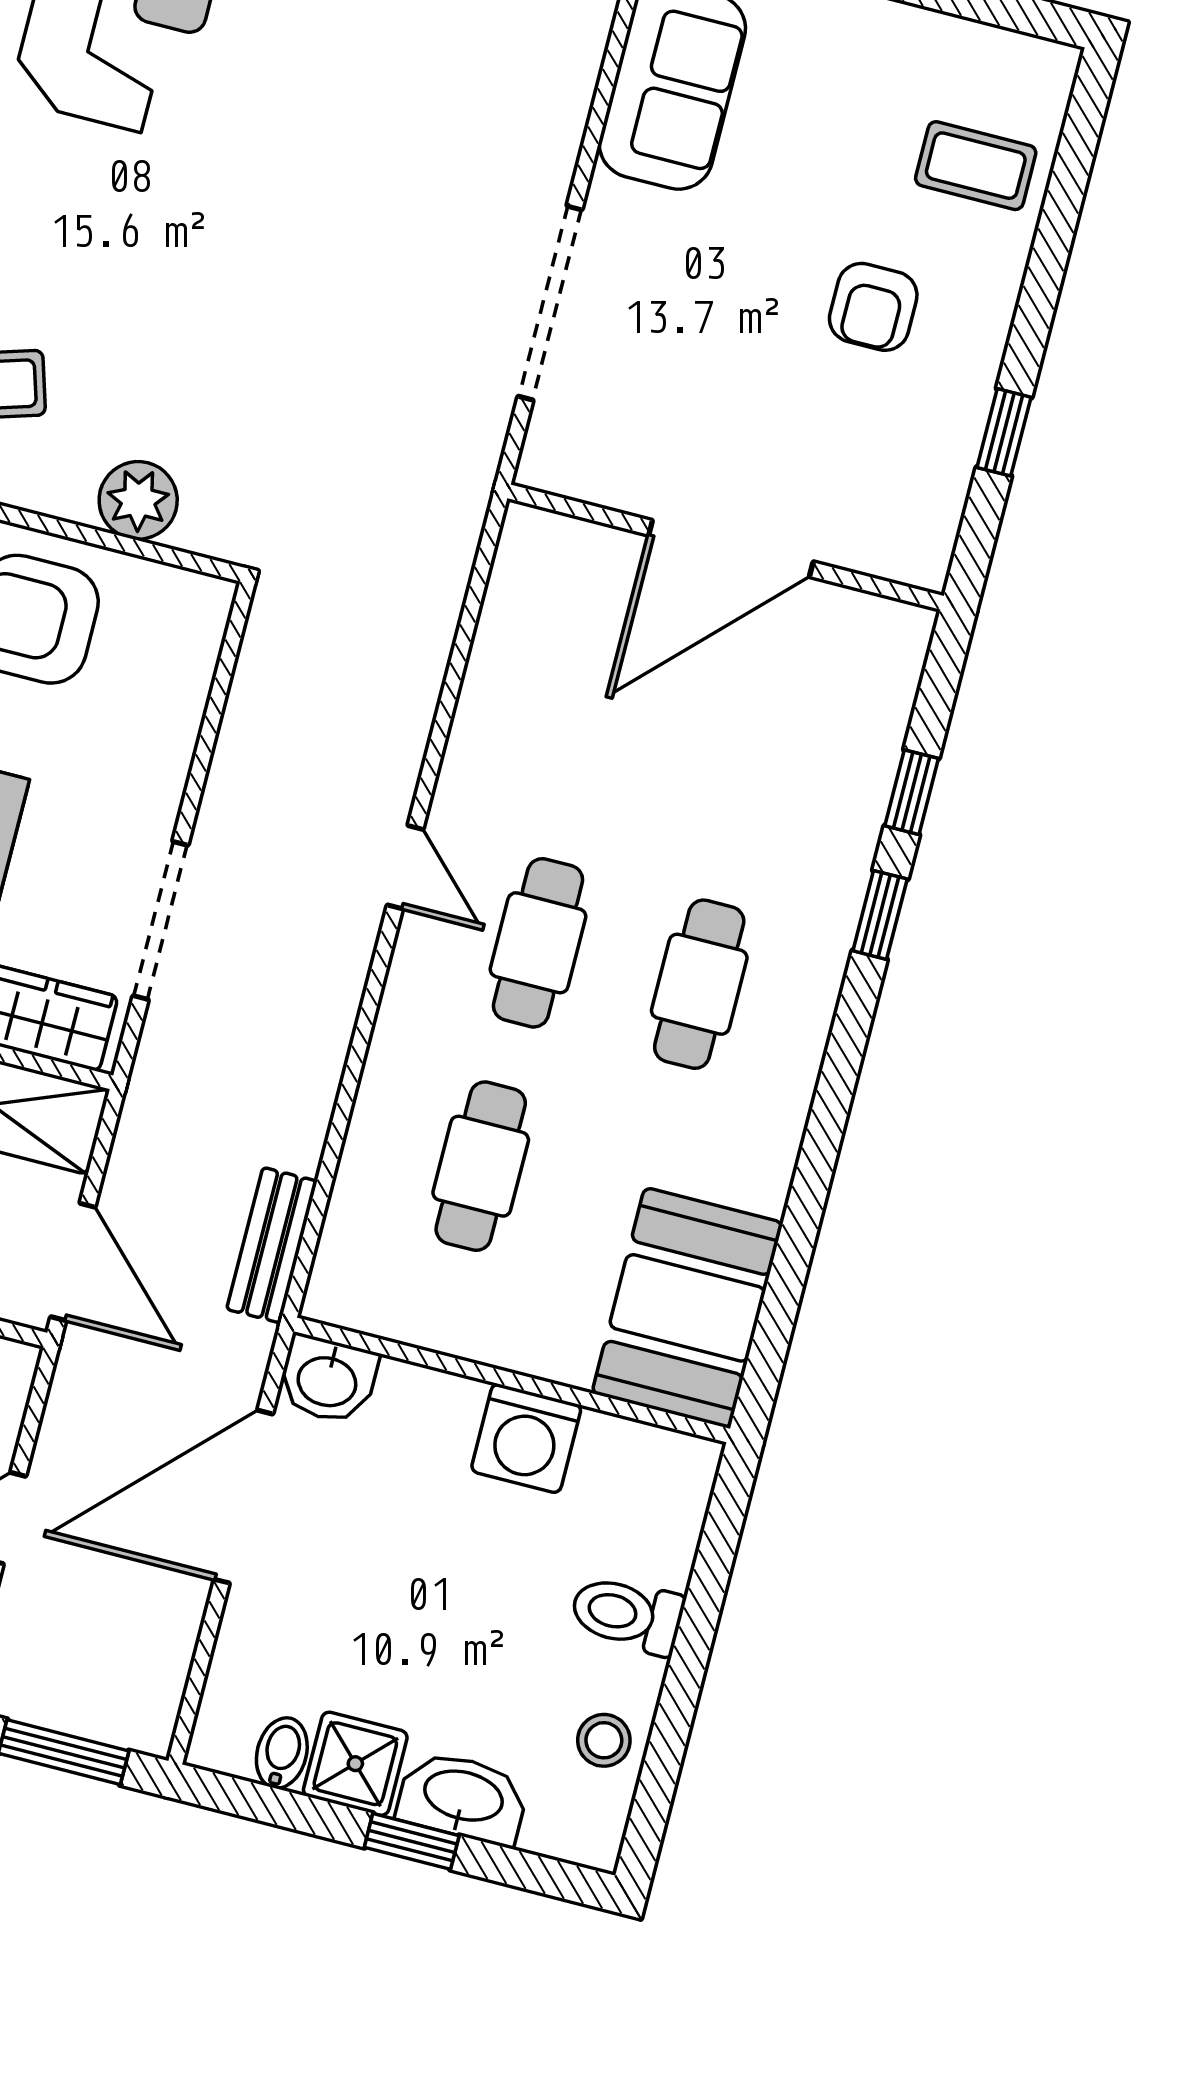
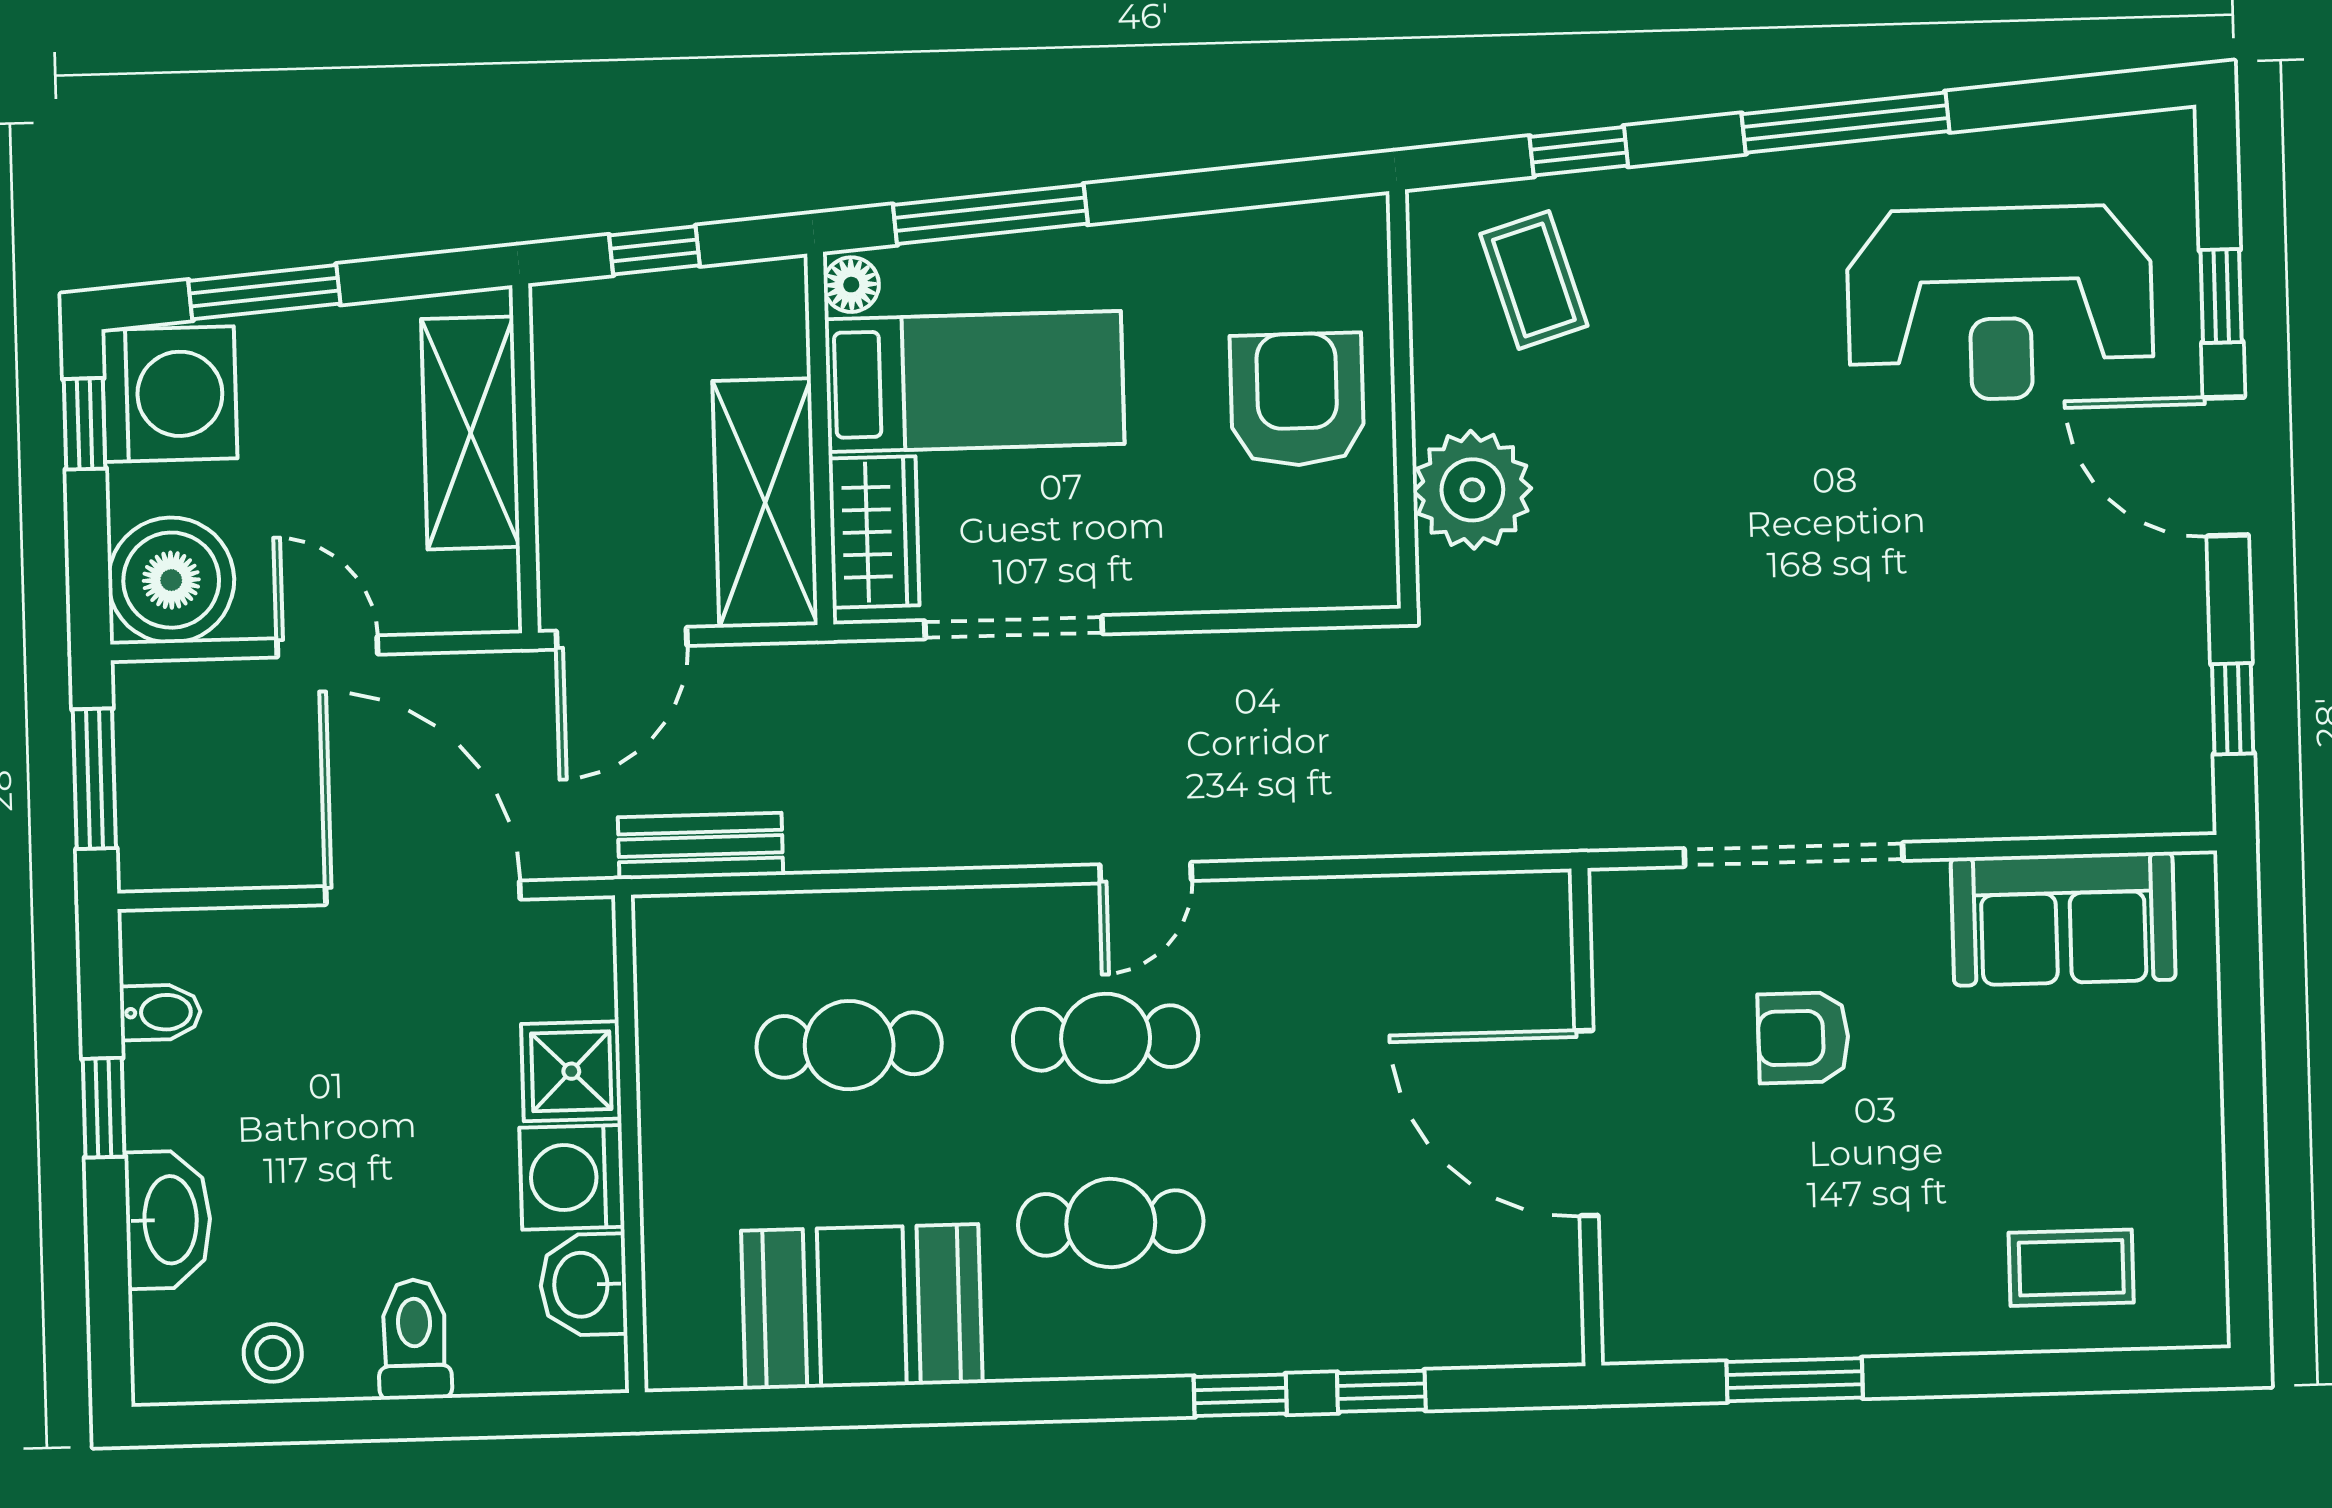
coffee table: (976, 166) -> (2071, 1268), turned 90
armchair: (873, 307) -> (1803, 1038), moved
window: (1004, 432) -> (1795, 1380), width x1.50
plant: (138, 500) -> (1472, 490), width x1.36, depth x1.36
booth: (687, 1308) -> (862, 1307), moved
washbasin: (328, 1379) -> (583, 1285), moved
shower: (355, 1764) -> (571, 1071), moved
window: (412, 1841) -> (104, 1108), moved

